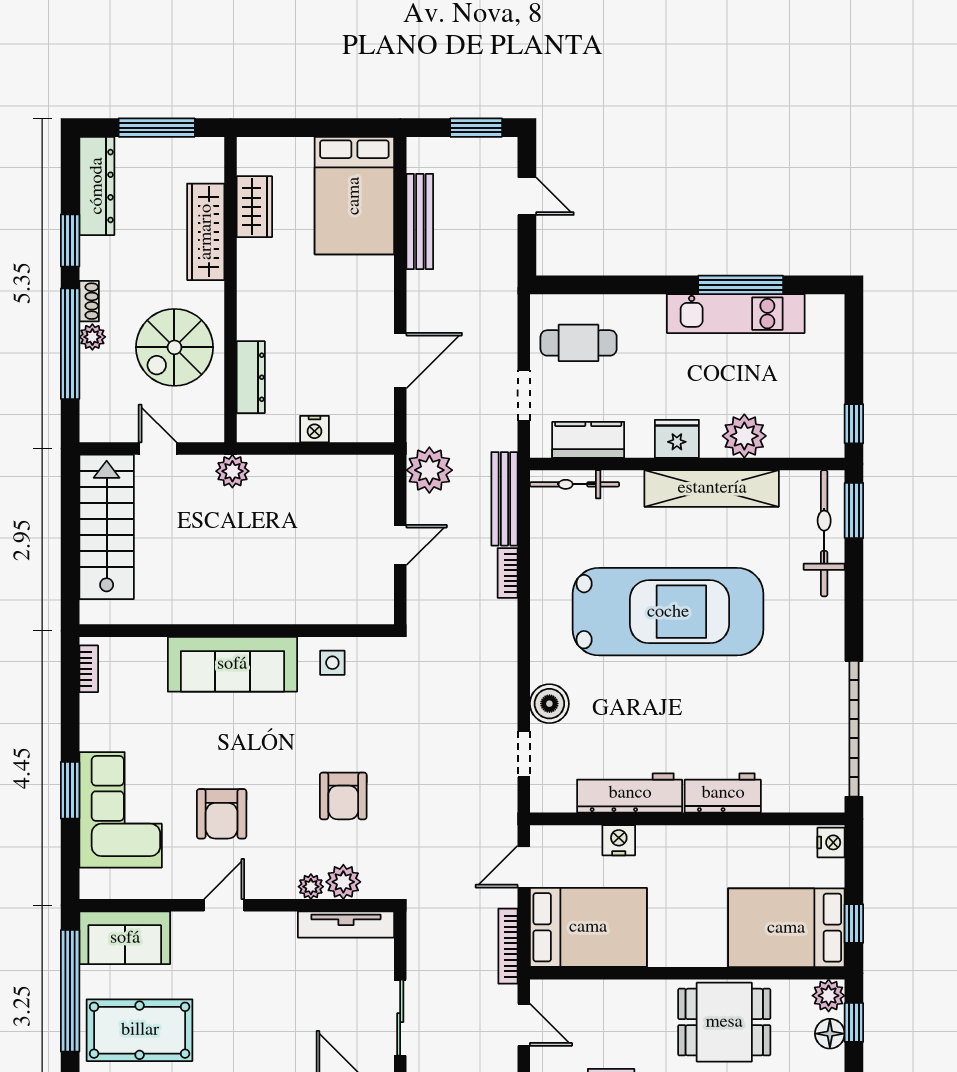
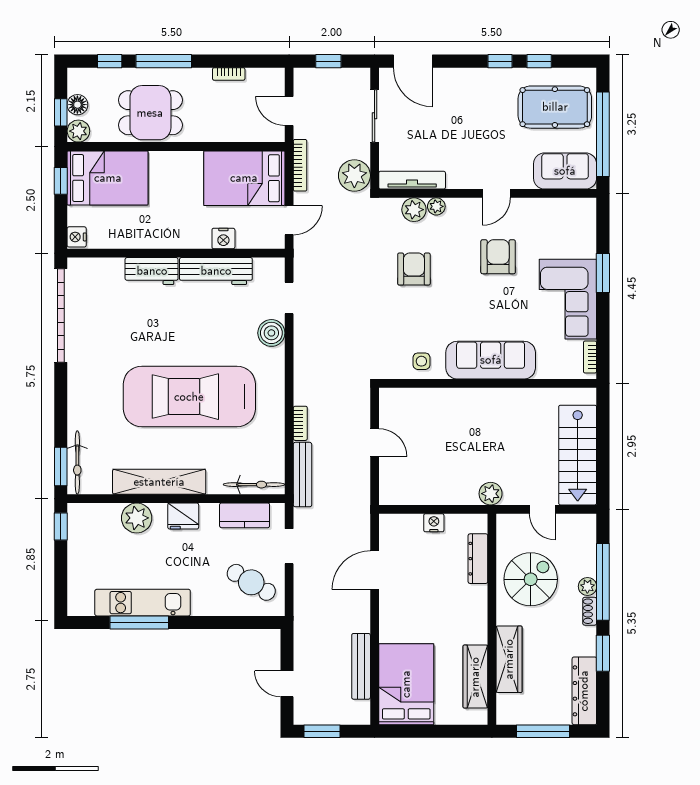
wardrobe: (254, 207) -> (475, 677), width x1.50
cafe table: (579, 343) -> (251, 582), turned 31
plant: (429, 470) -> (354, 175), moved
bicycle: (824, 533) -> (77, 462), width x0.73, depth x0.71
door: (400, 545) -> (375, 443), swing flipped
corner sofa: (121, 810) -> (568, 299), moved

